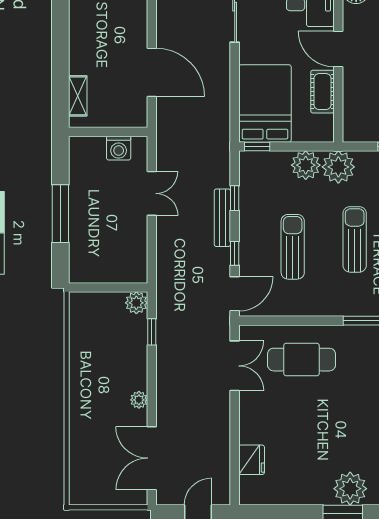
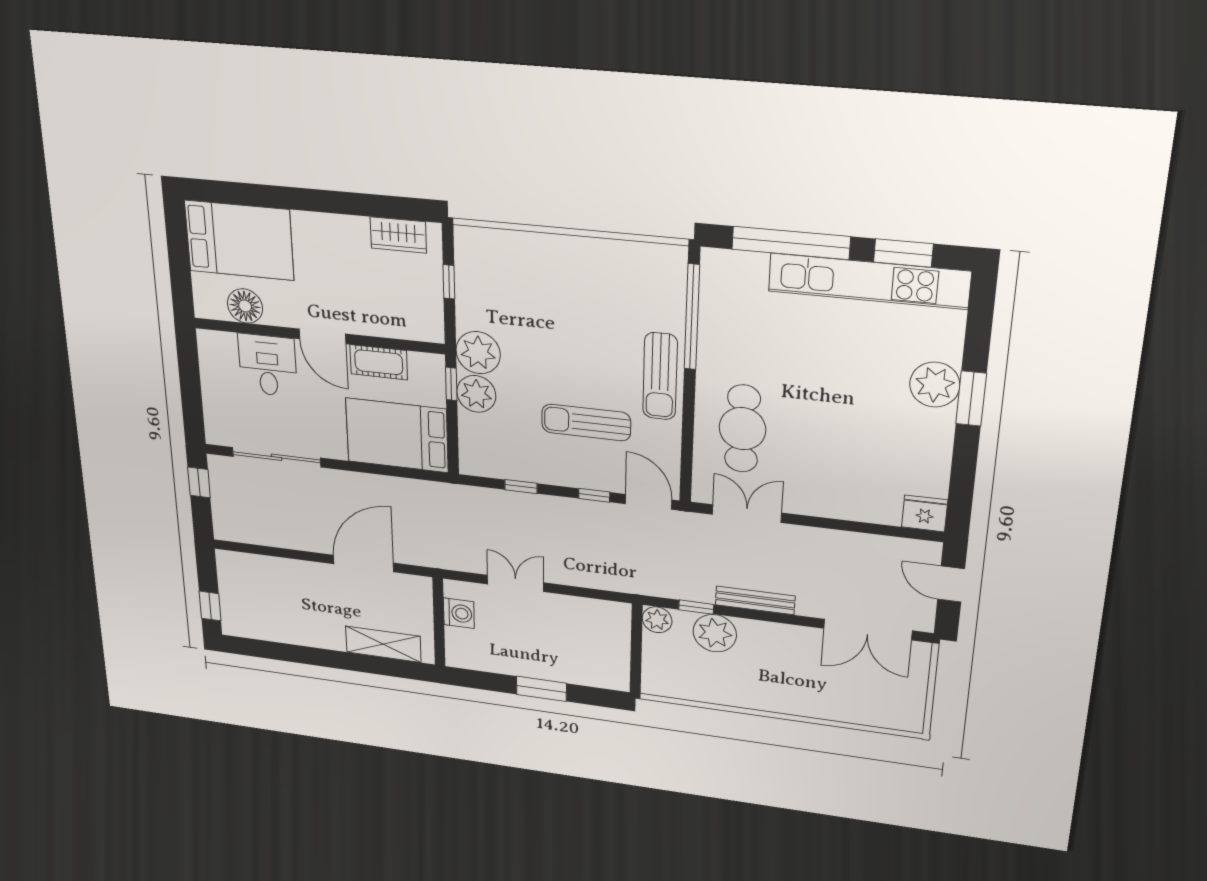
door: (338, 49) -> (322, 336), hinge flipped
shelving: (78, 96) -> (383, 644), width x1.50, depth x1.33
window: (257, 146) -> (451, 384), moved
window: (60, 214) -> (541, 689), width x0.69
bench: (222, 218) -> (755, 600), moved
sun lounger: (355, 239) -> (660, 376), moved, turned -90
plant: (139, 400) -> (715, 633), moved, width x1.88, depth x1.88
fridge: (252, 460) -> (925, 513), moved

